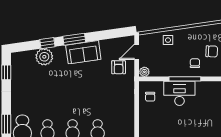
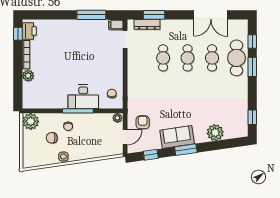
side table: (168, 40) -> (63, 157), moved
window: (47, 43) -> (151, 155), moved

